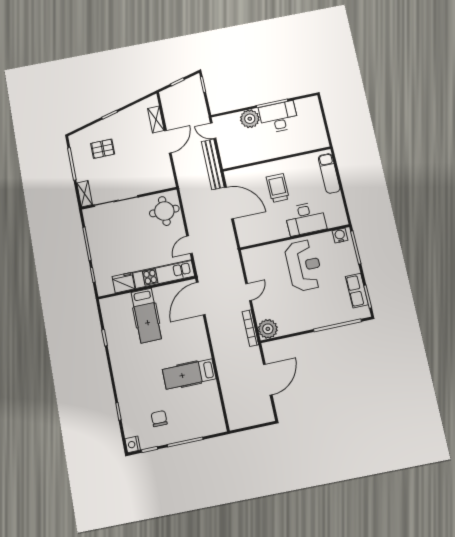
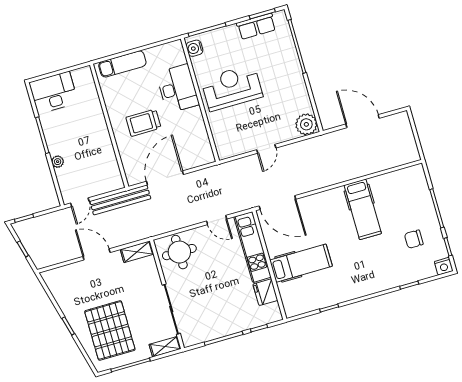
desk: (279, 117) -> (54, 93), moved, turned 90
shelving: (156, 119) -> (137, 252), moved
plant: (250, 119) -> (58, 162), width x0.53, depth x0.53
pallet: (103, 149) -> (110, 330), width x2.05, depth x2.00
door: (248, 292) -> (266, 149), swing flipped
bookcase: (250, 328) -> (307, 144), removed

